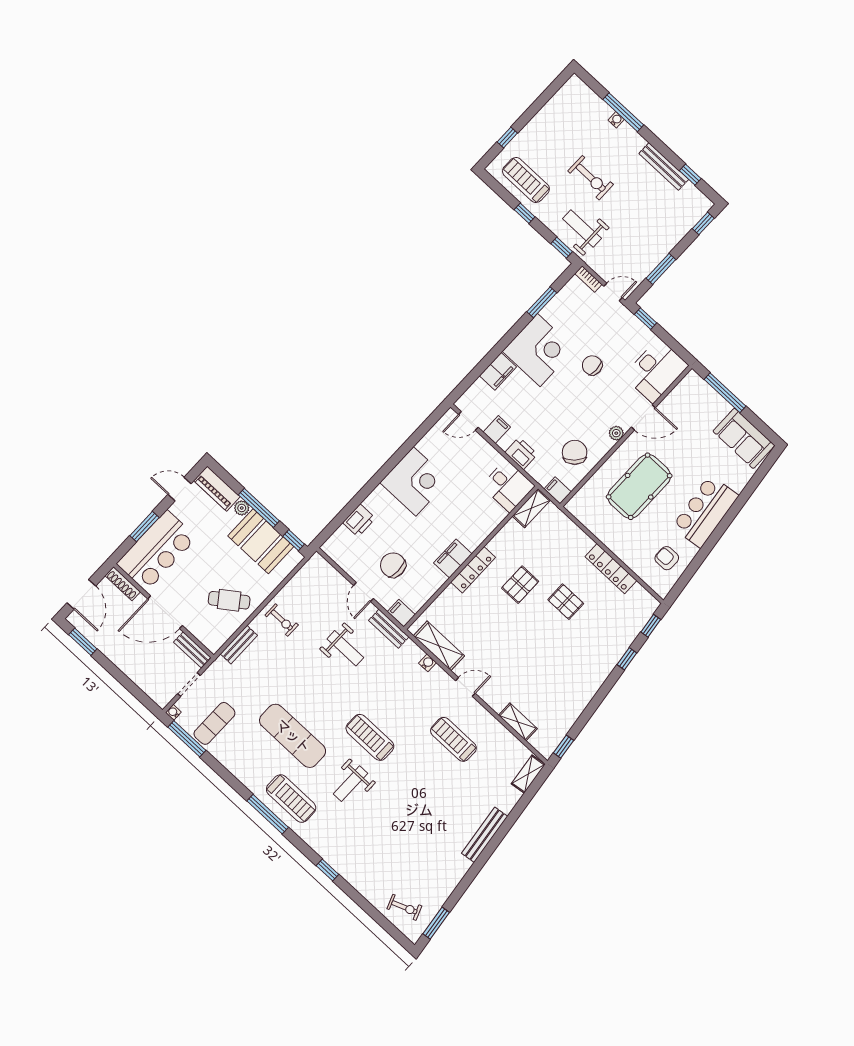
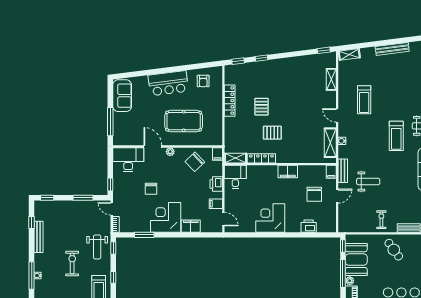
locker: (473, 570) -> (261, 158), moved
weight bench: (345, 648) -> (368, 182), turned 90

